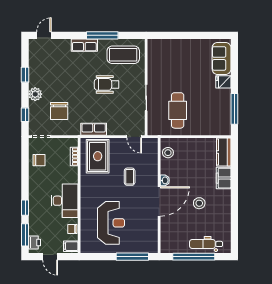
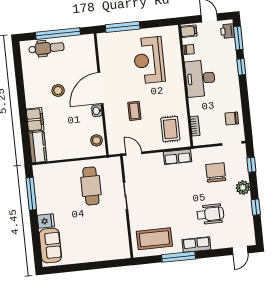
wheelchair: (107, 84) -> (210, 214), moved
rug: (98, 156) -> (170, 129), width x0.73, depth x0.70

